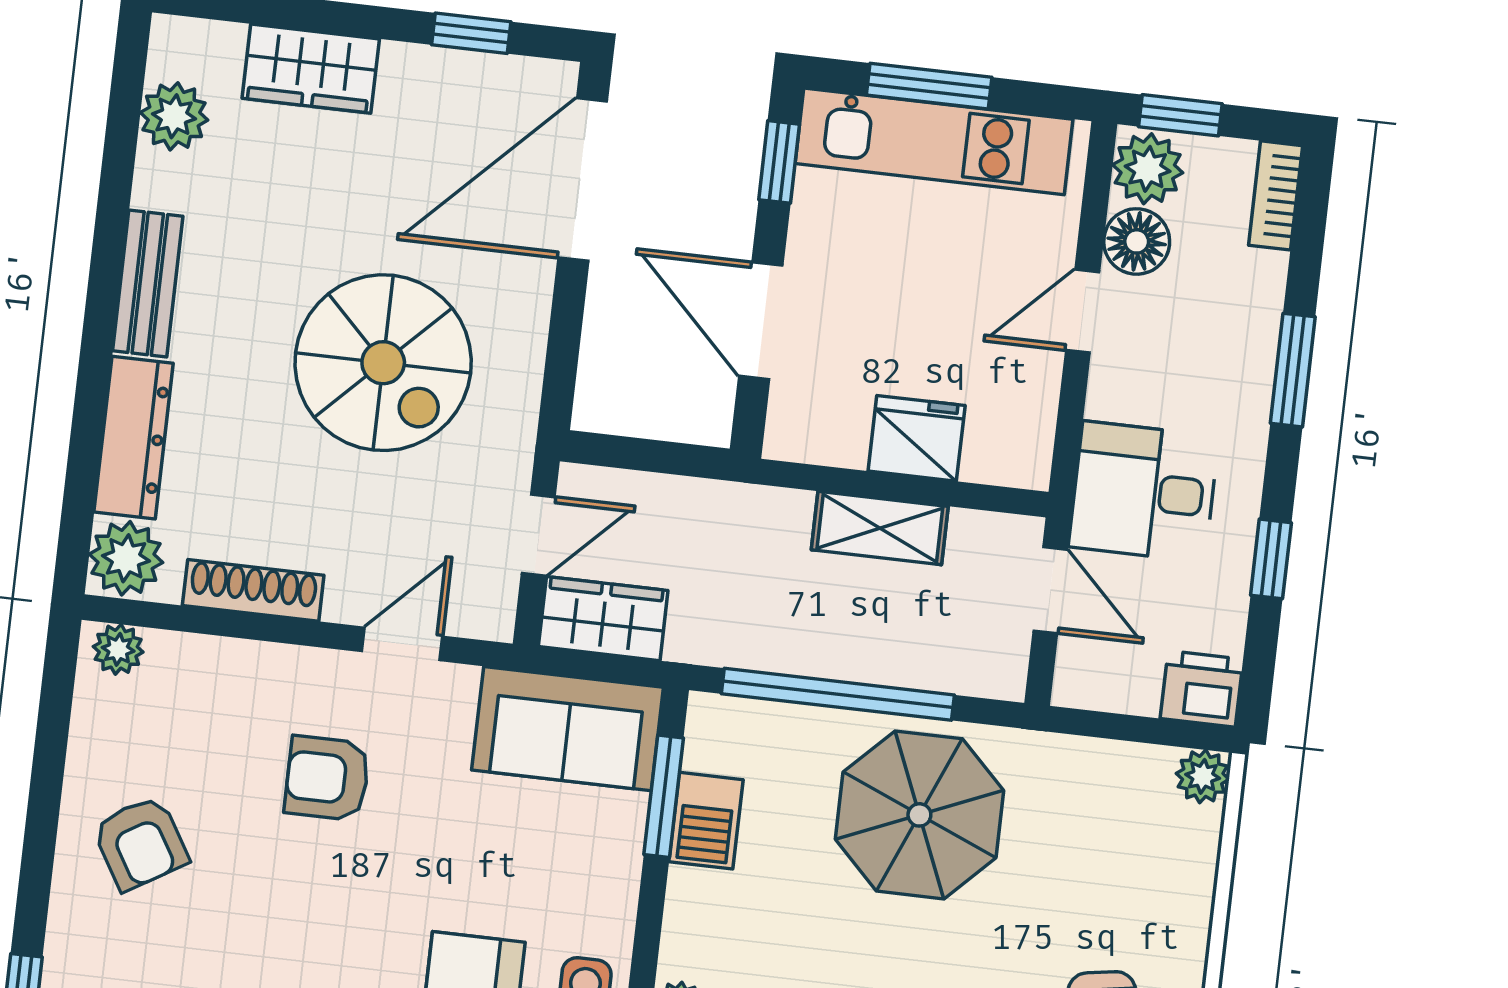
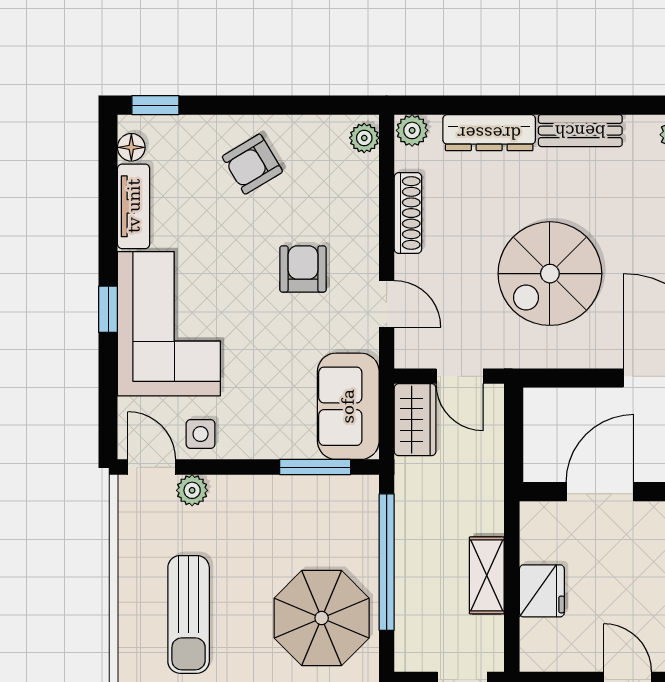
plant: (126, 558) -> (412, 130), width x0.73, depth x0.73
barbecue: (706, 821) -> (304, 494), removed

